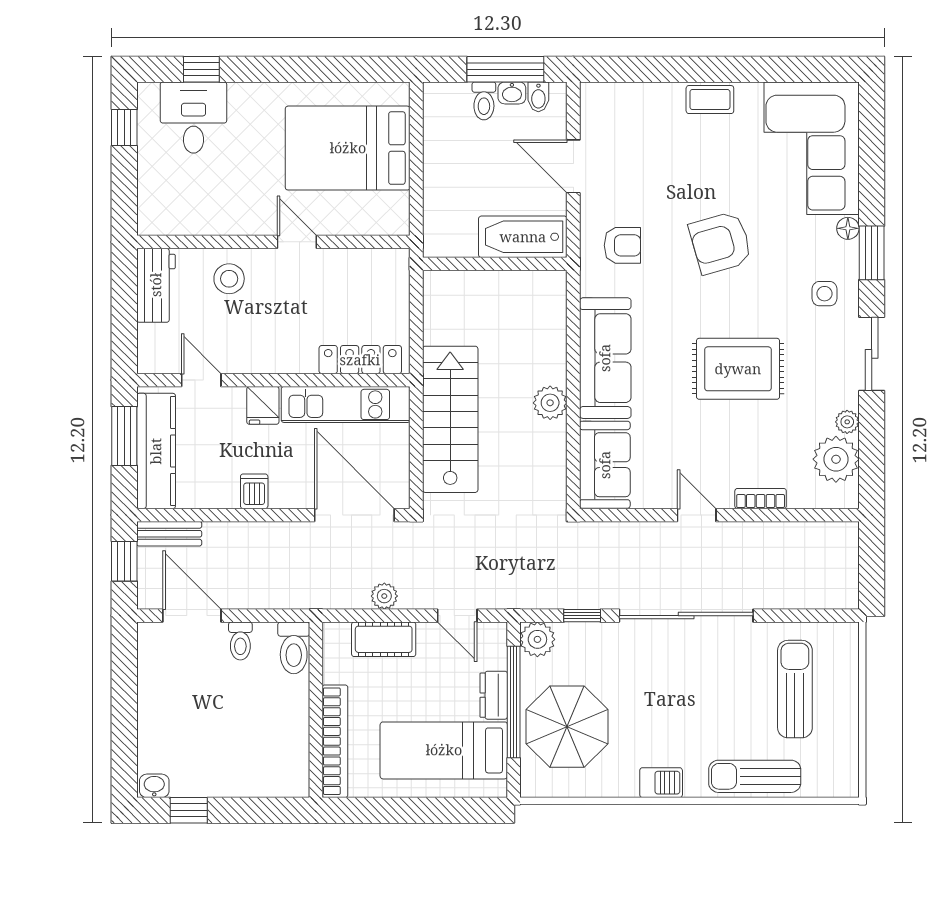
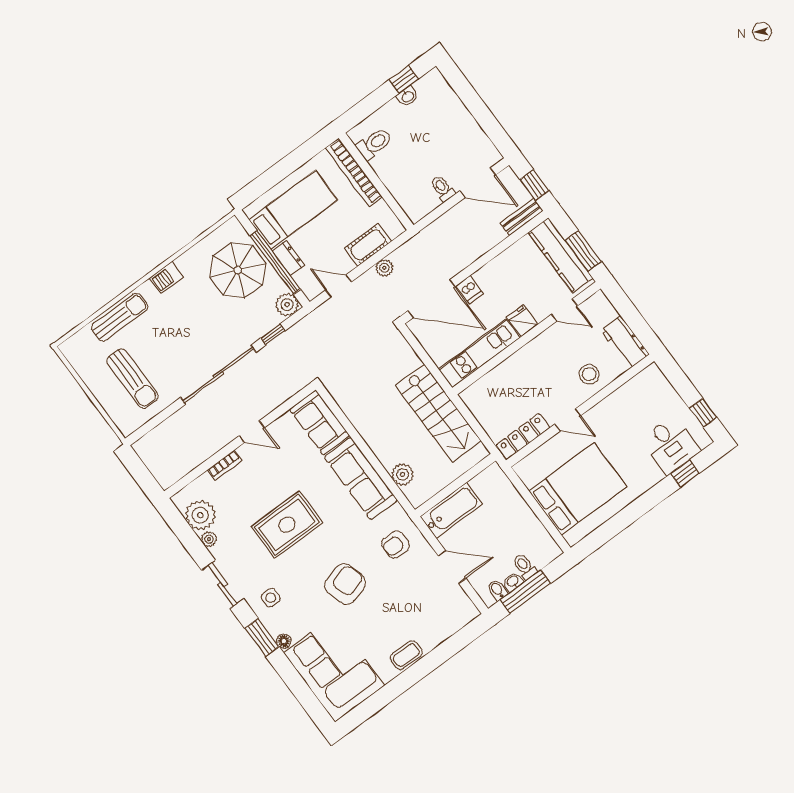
locker: (360, 360) -> (523, 436), moved, turned 180
plant: (550, 403) -> (403, 474), moved
stairs: (450, 419) -> (438, 413), moved
dishwasher: (254, 491) -> (470, 290), moved
toilet: (294, 648) -> (374, 144), moved, turned 90
washbasin: (154, 786) -> (407, 96), moved

